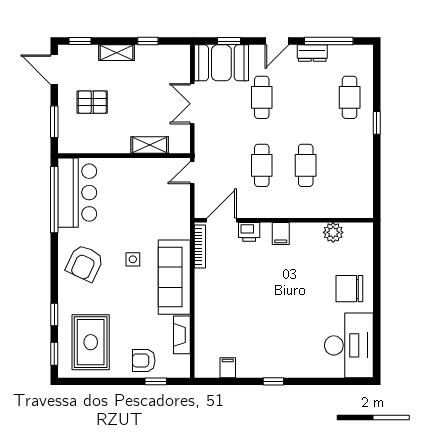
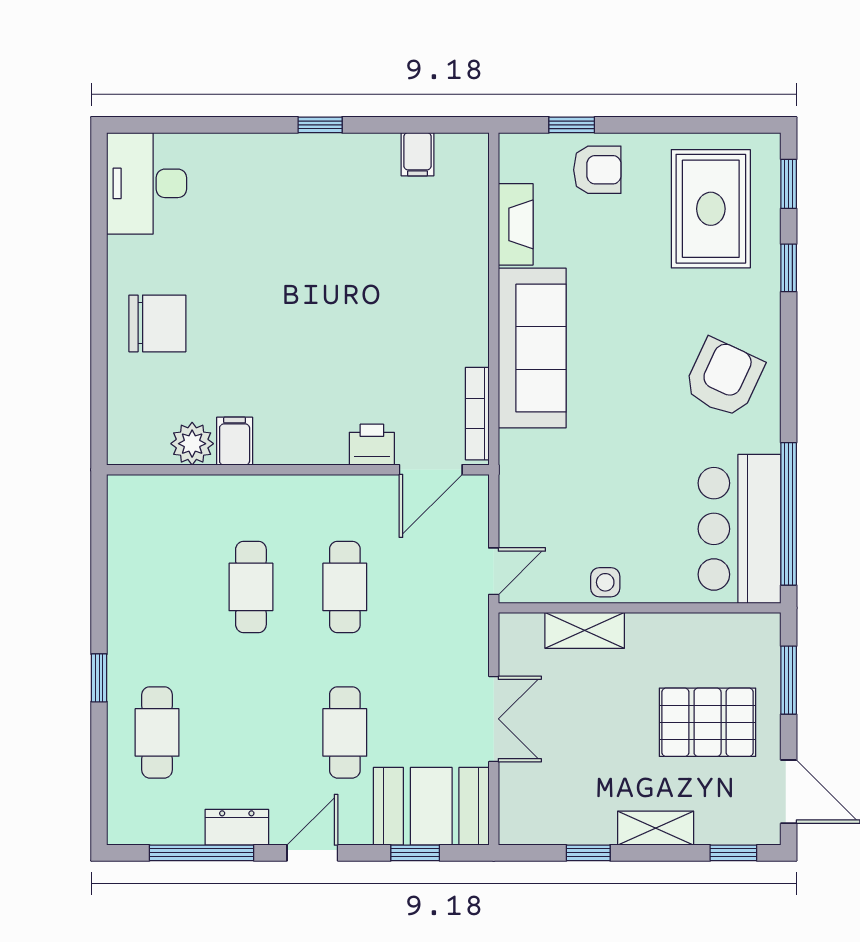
pallet: (92, 102) -> (708, 722), width x1.50, depth x1.42
filing cabinet: (281, 234) -> (235, 441), moved
side table: (133, 259) -> (605, 582), moved
desk: (349, 345) -> (147, 183), width x0.73, depth x0.77

